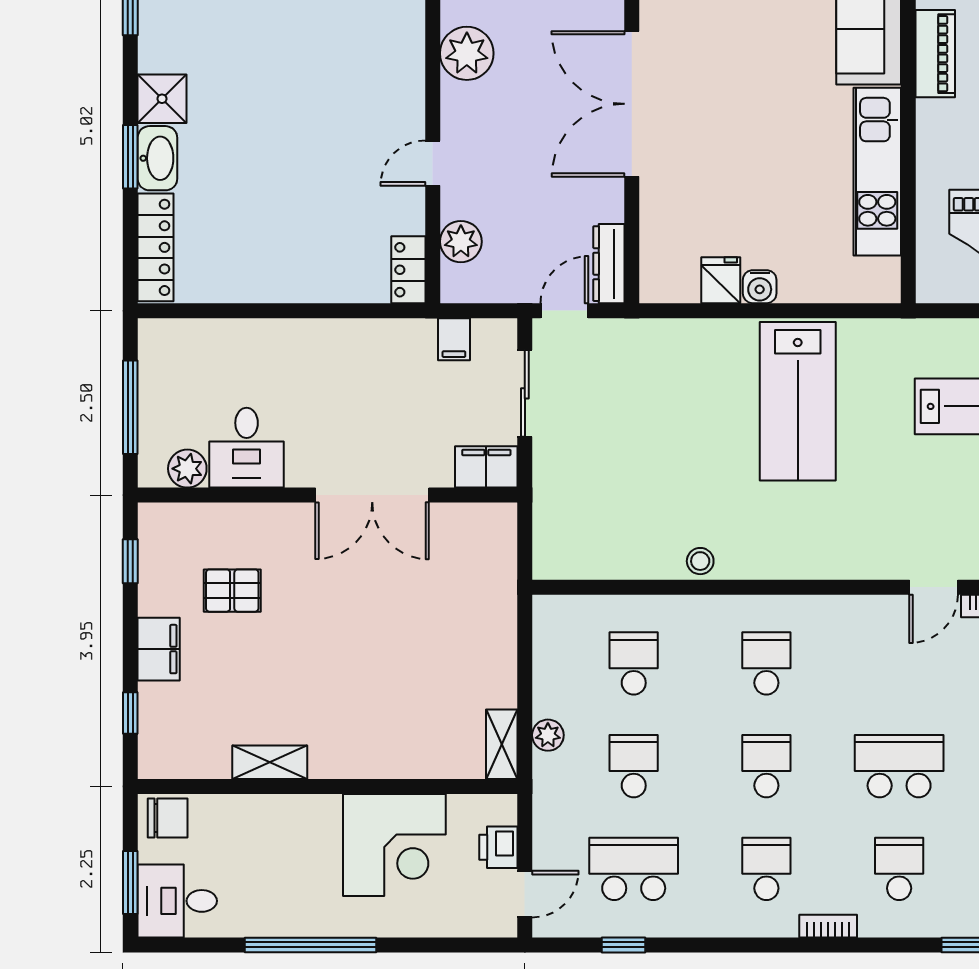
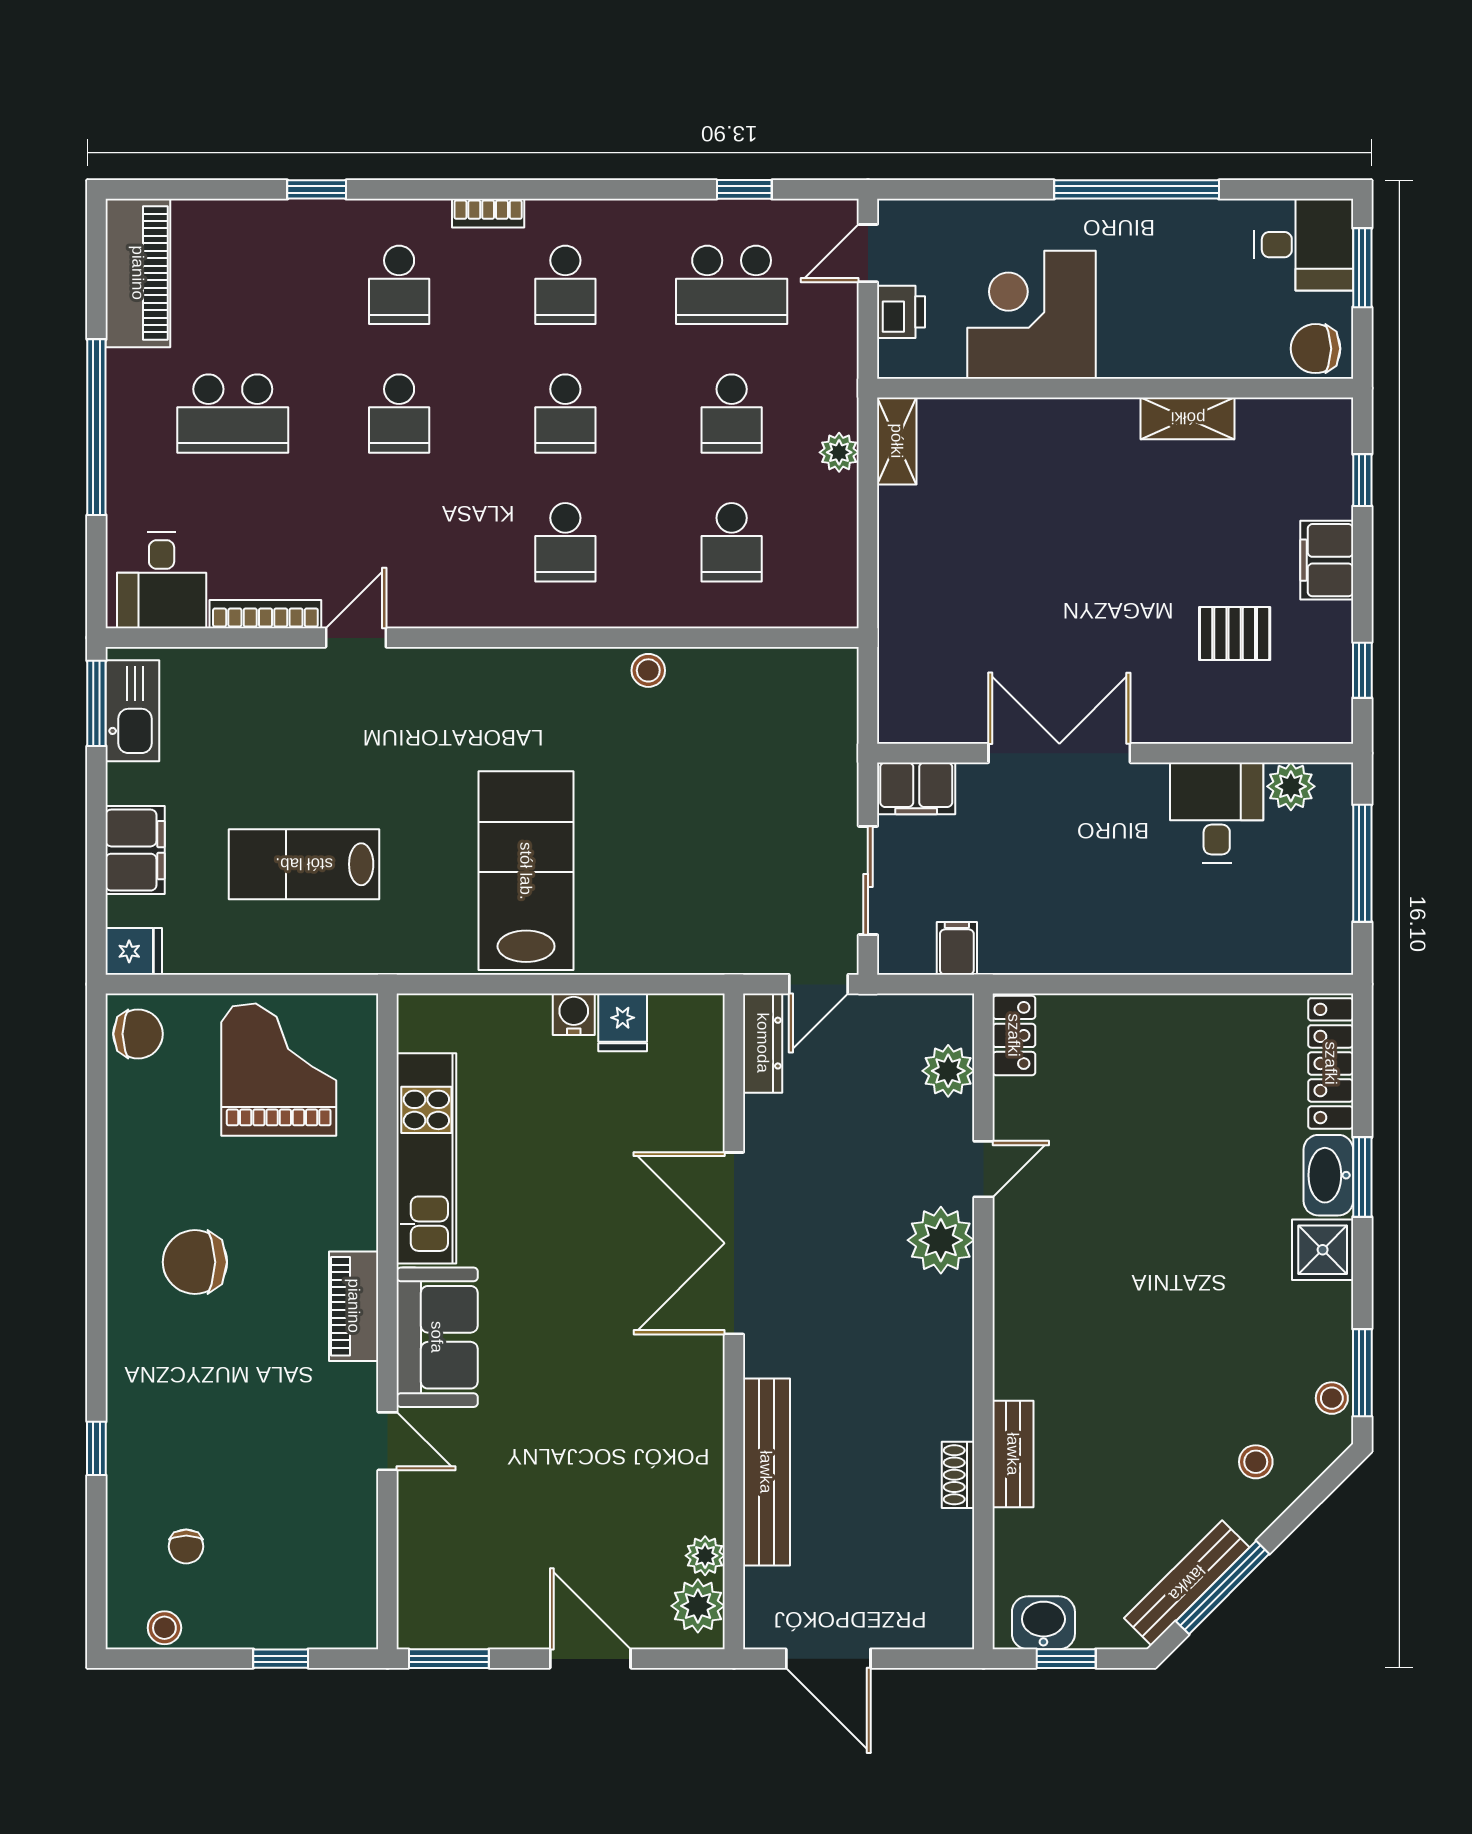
plant: (467, 53) -> (941, 1240), moved
double door: (632, 104) -> (734, 1243), swing flipped
school desk: (899, 766) -> (399, 414), width x0.54

